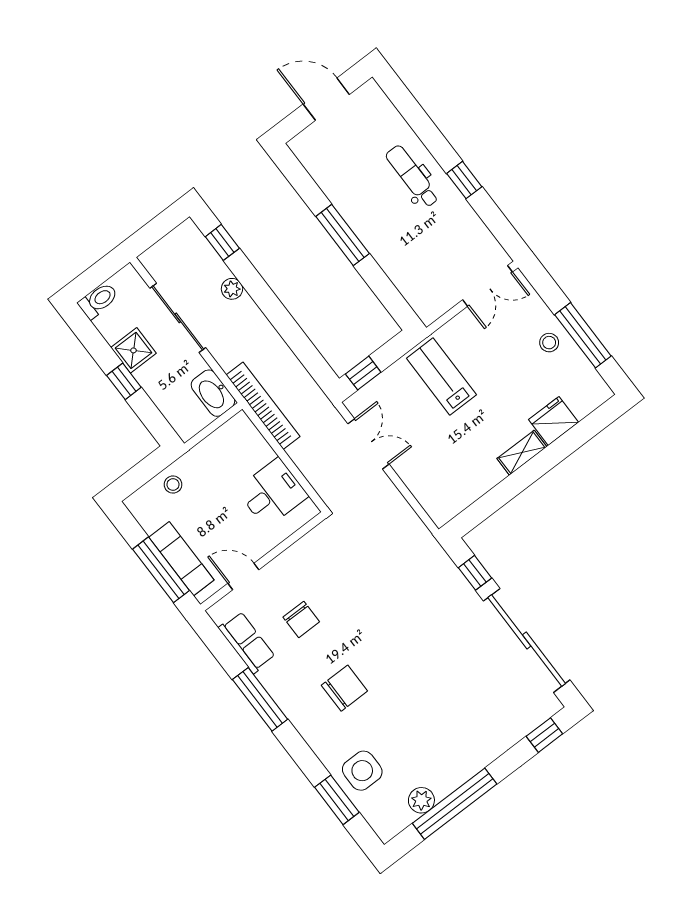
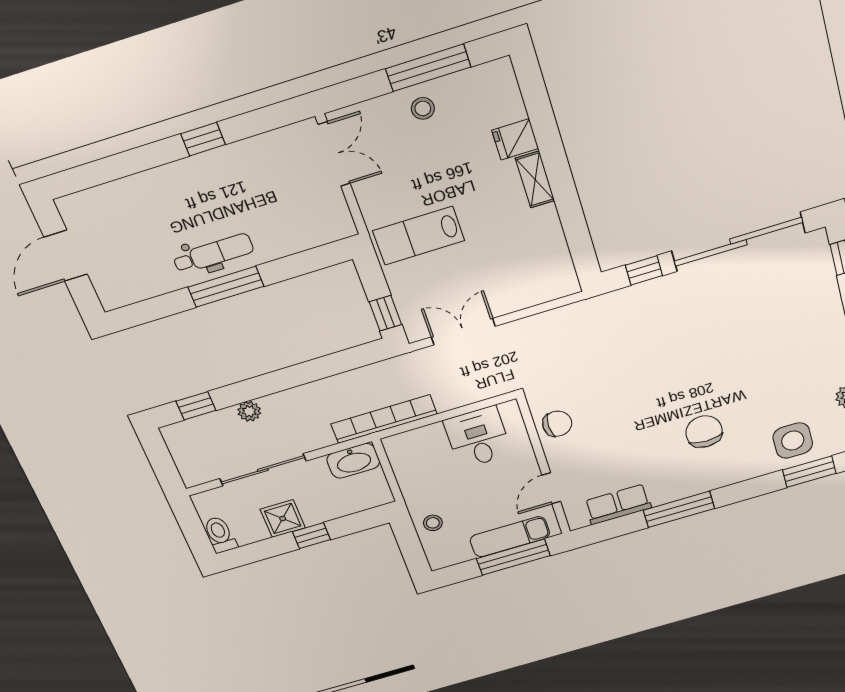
dental chair: (412, 176) -> (213, 254), moved, turned 180
fridge: (554, 421) -> (515, 139), width x0.72
chair: (301, 619) -> (557, 424), moved

